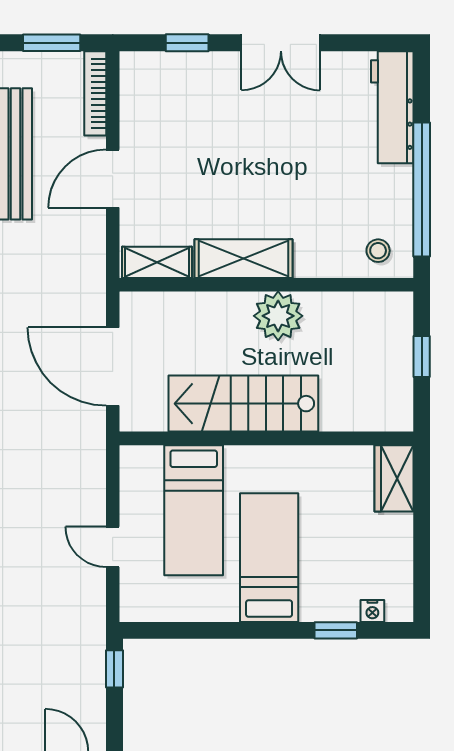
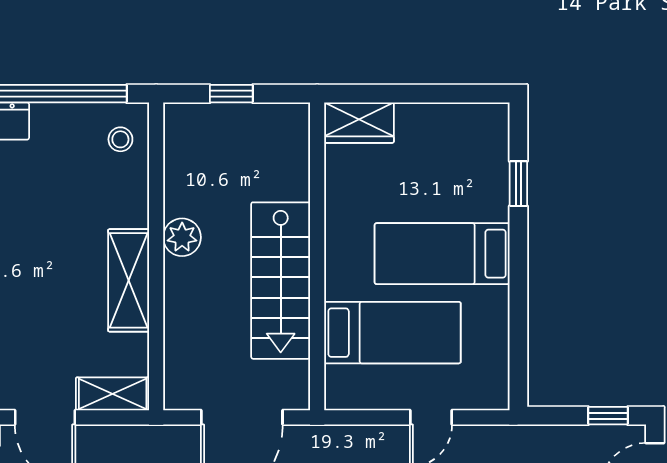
shelving: (157, 262) -> (113, 394), moved, turned 90
plant: (278, 316) -> (182, 237), width x0.73, depth x0.73
nightstand: (372, 611) -> (498, 145), removed
window: (114, 669) -> (608, 416), moved

